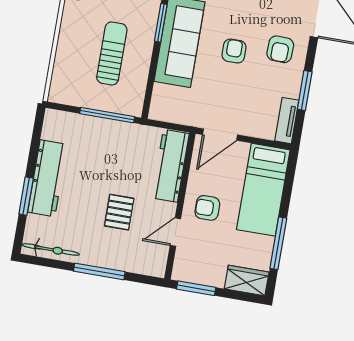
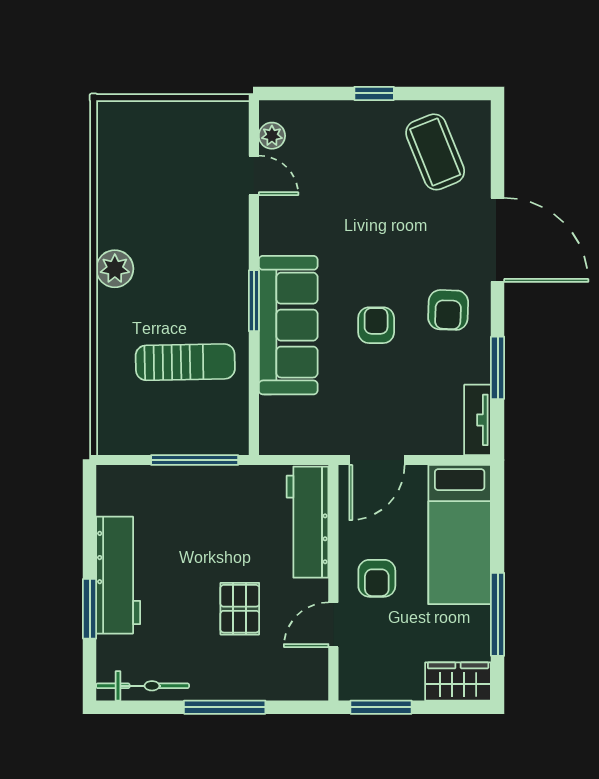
sun lounger: (112, 53) -> (185, 362), turned 89
armchair: (207, 208) -> (377, 578), turned -90

